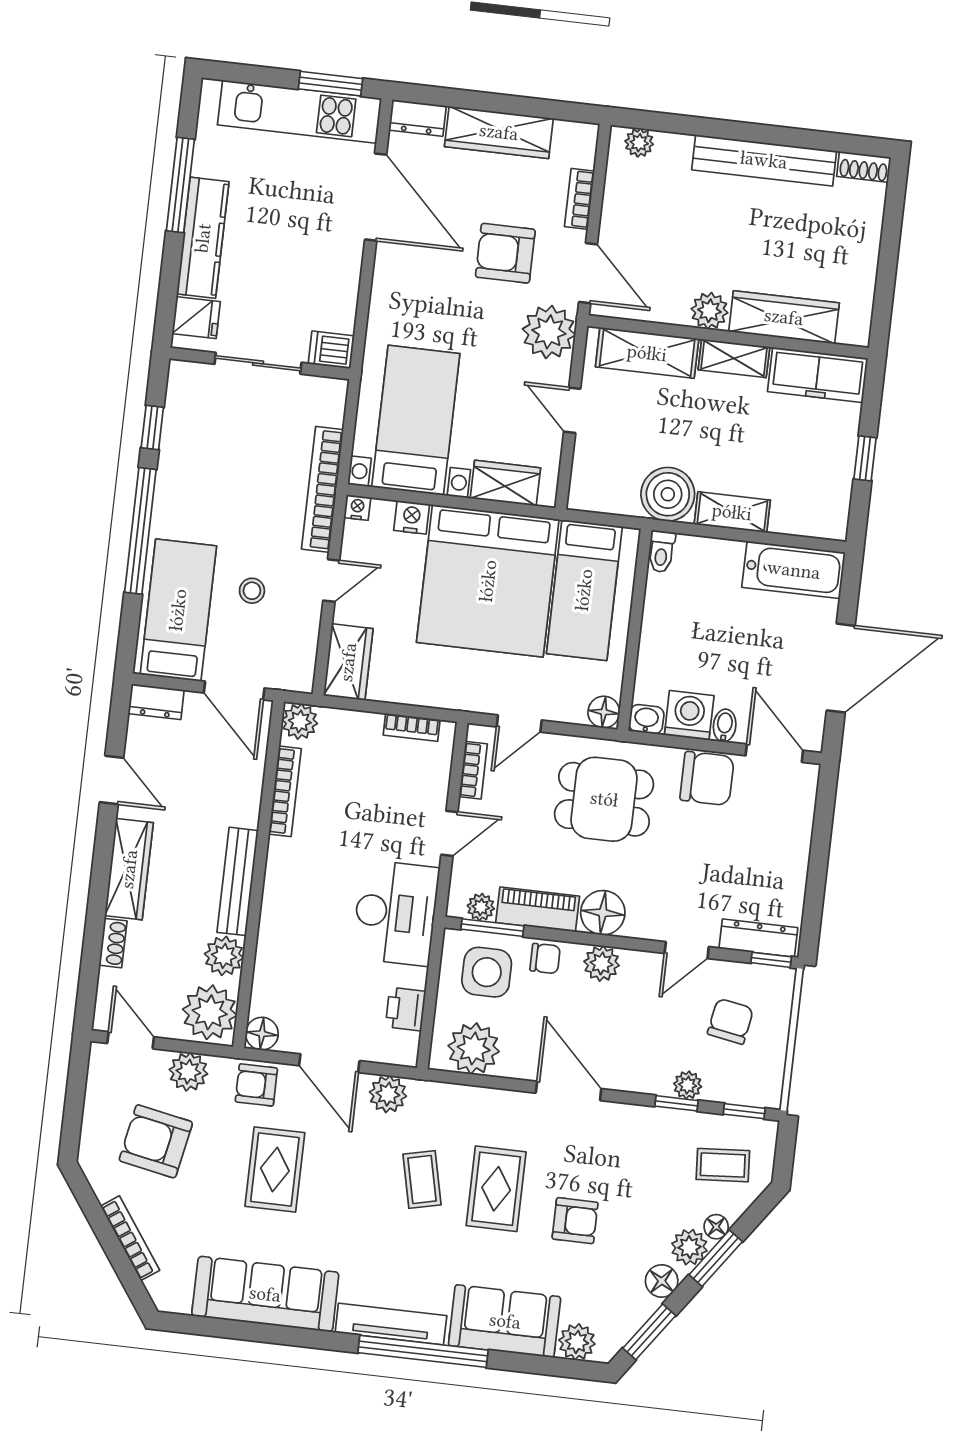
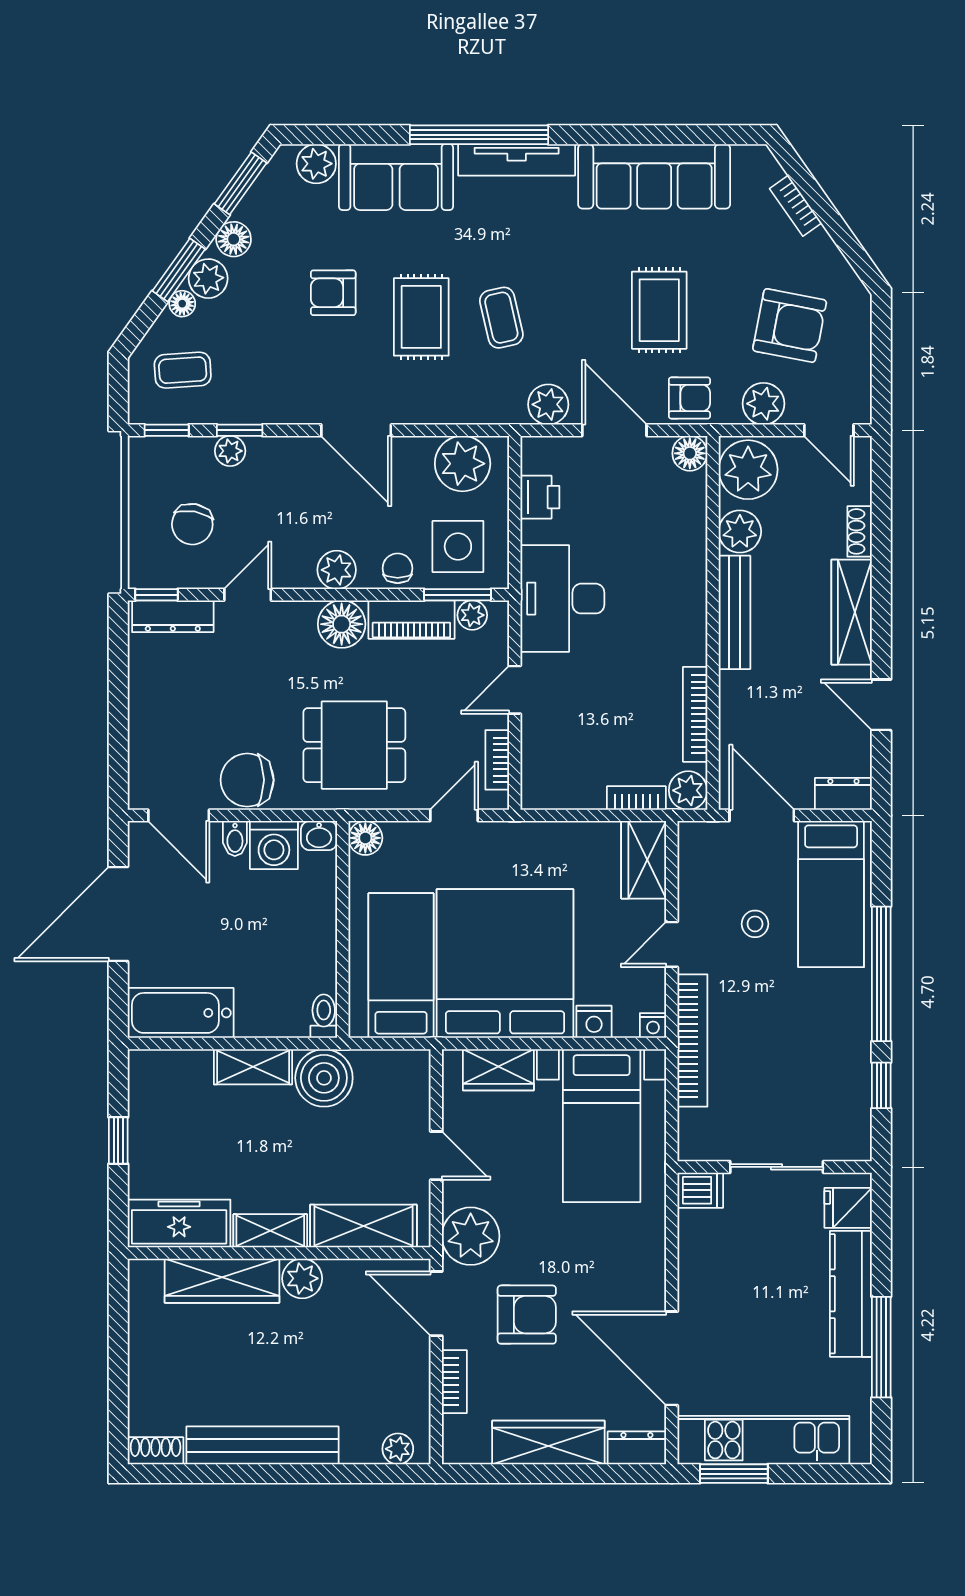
bookcase: (412, 727) -> (636, 798), moved
chair: (545, 958) -> (398, 568), turned 90
bookcase: (130, 1238) -> (796, 206), width x0.64

